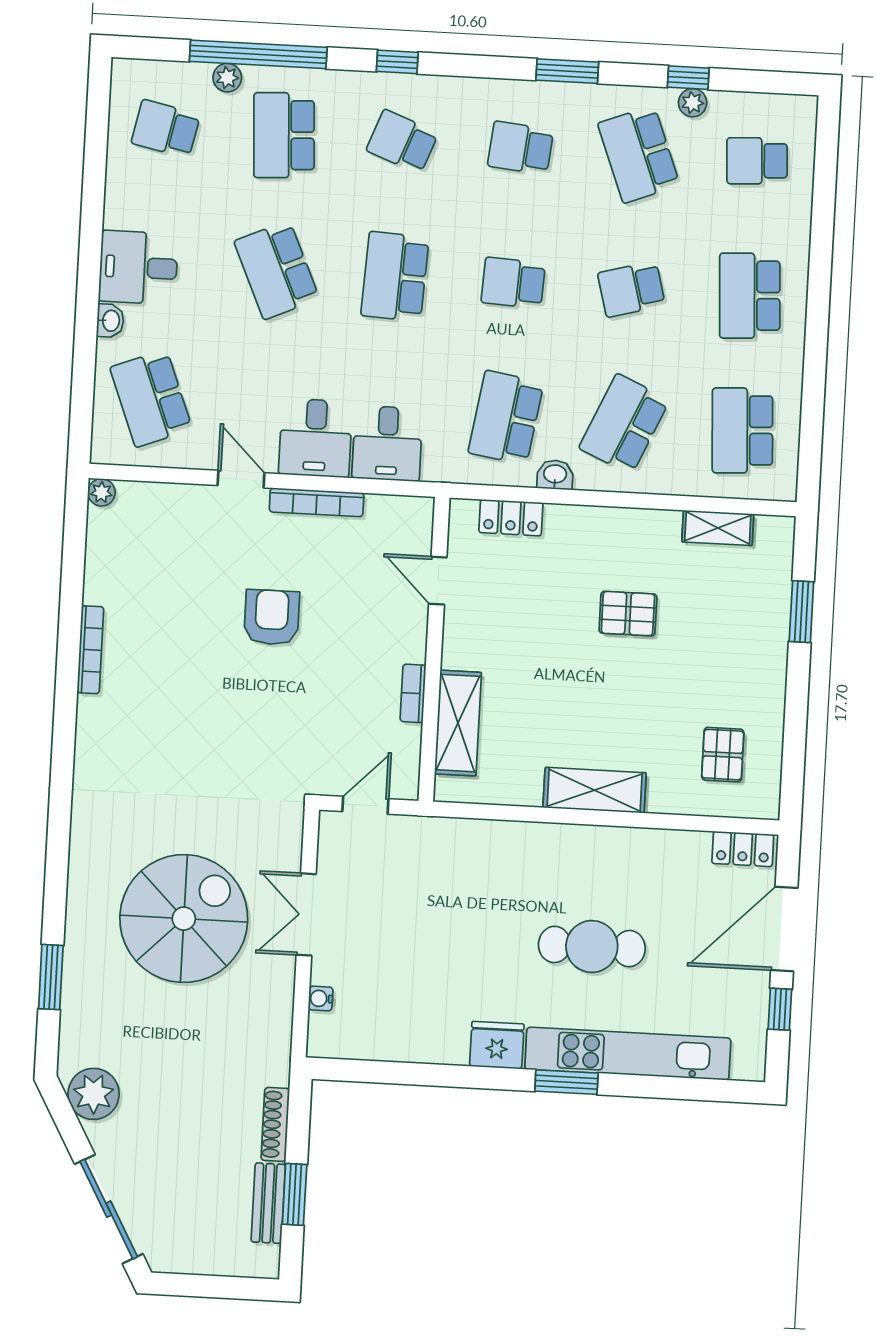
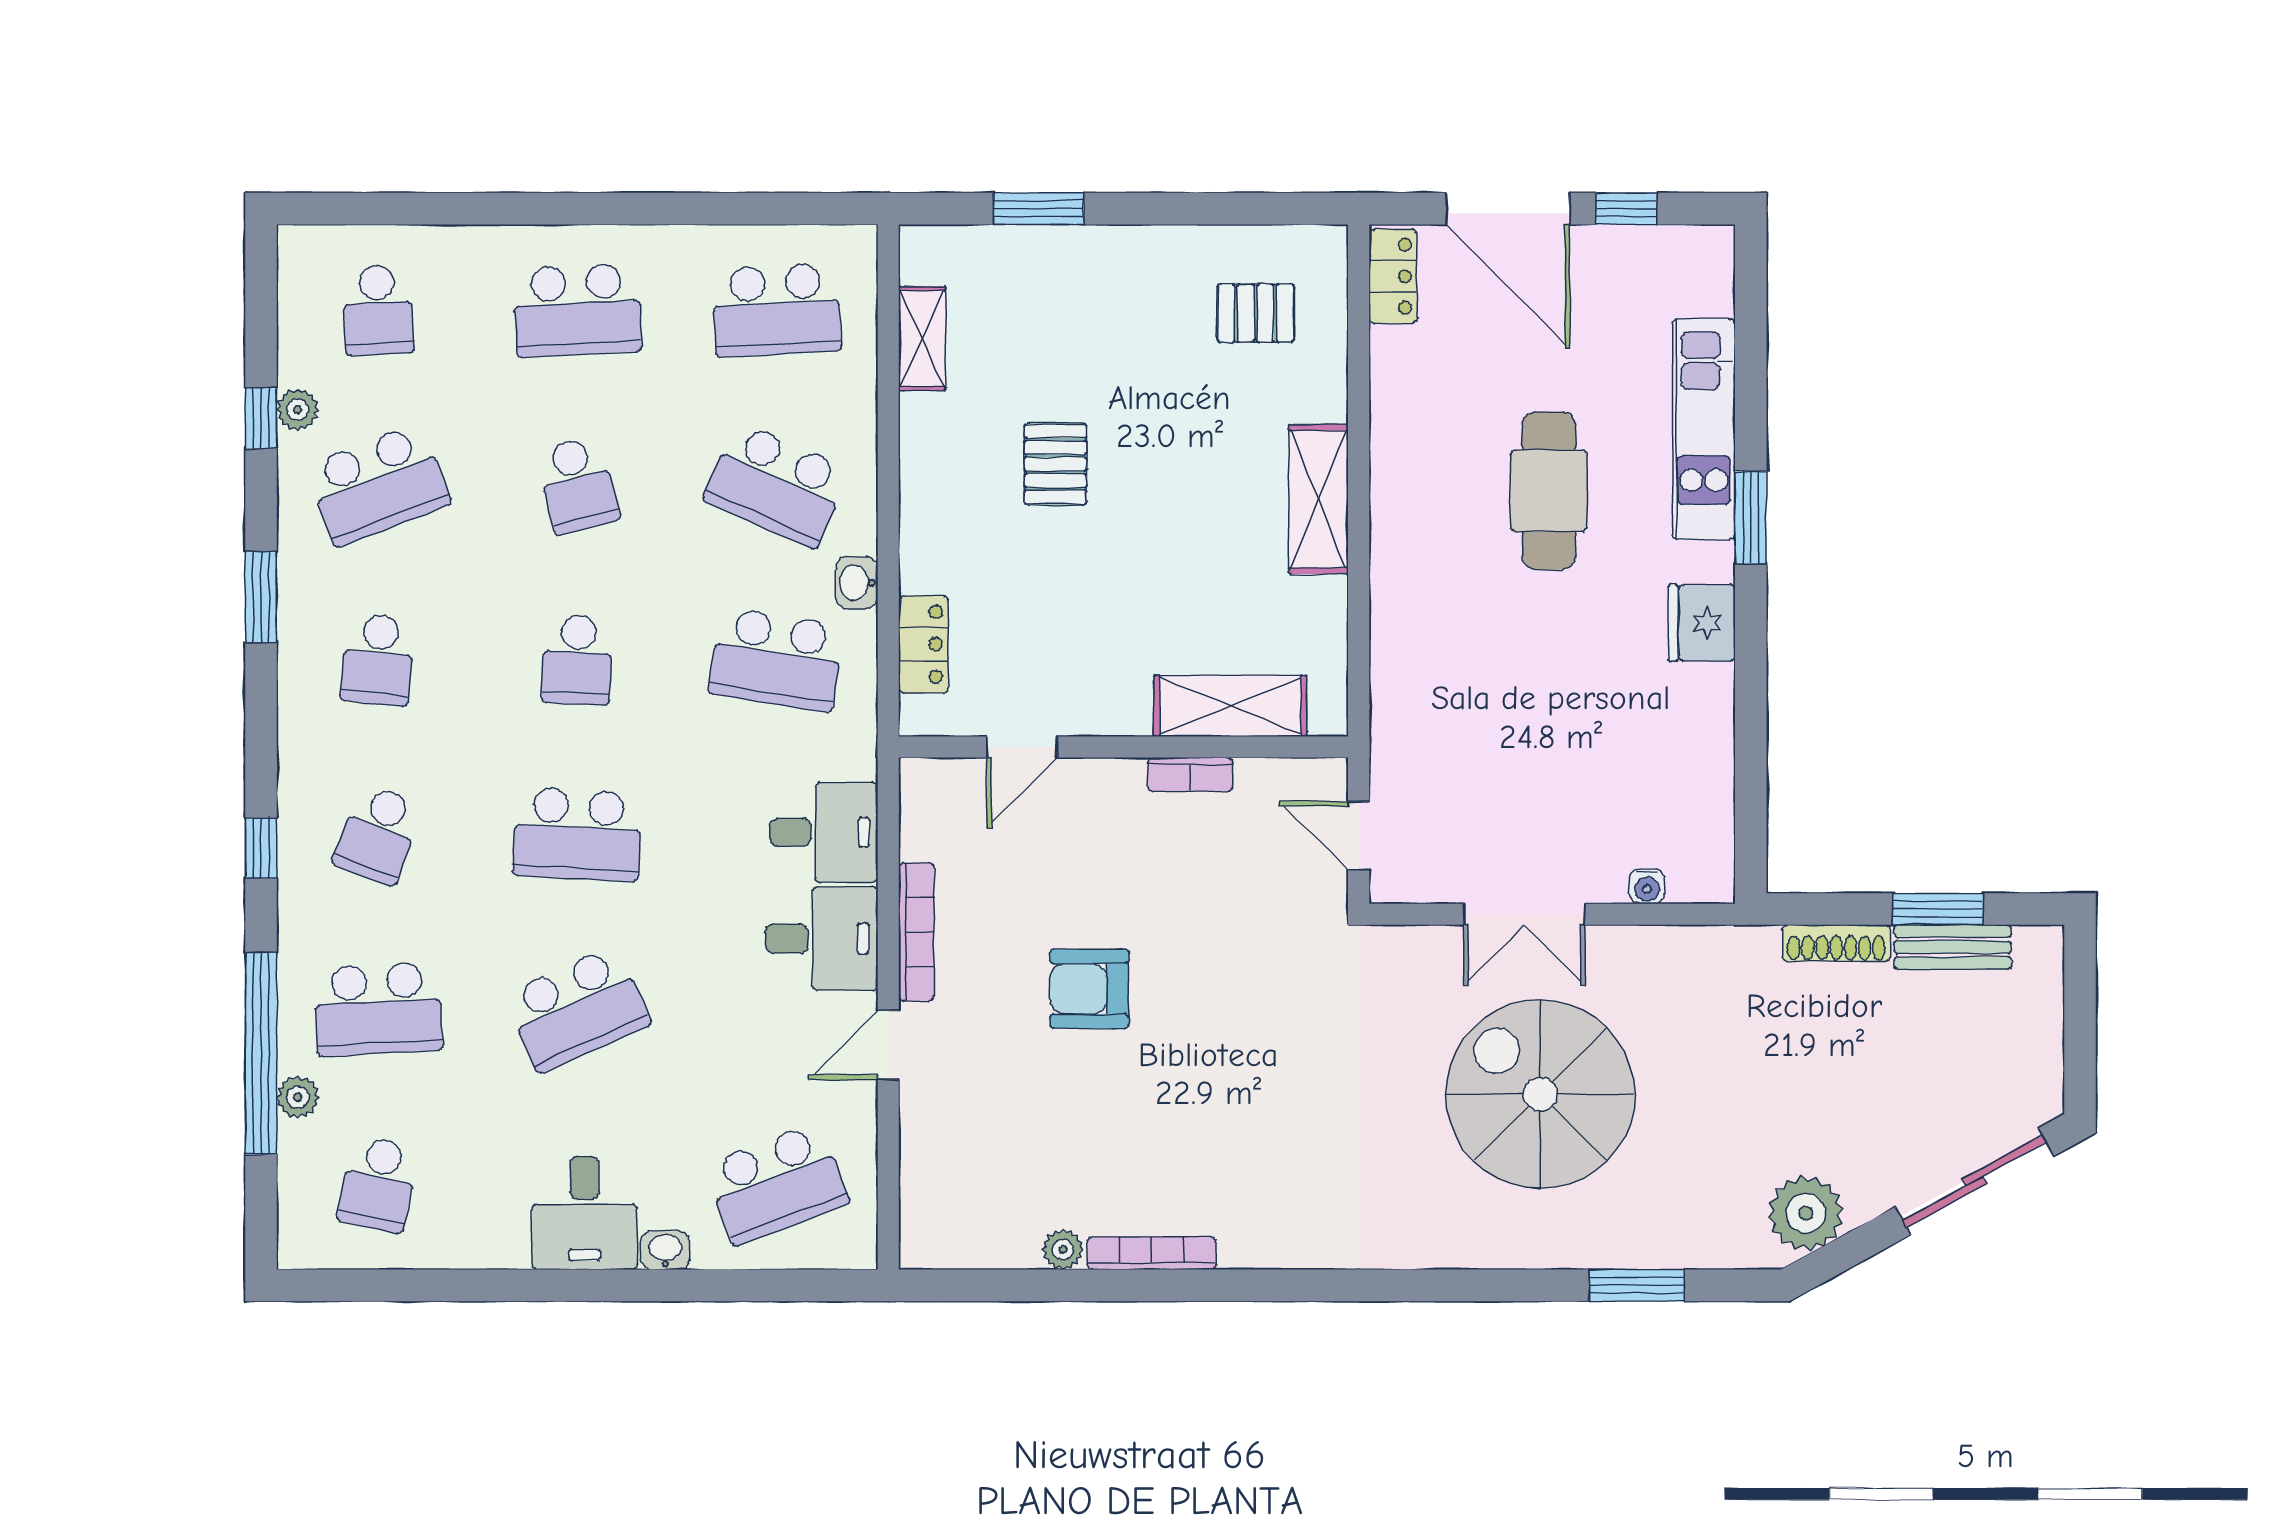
plant: (101, 492) -> (1063, 1249), moved
kitchen unit: (628, 1054) -> (1704, 429), width x0.73

